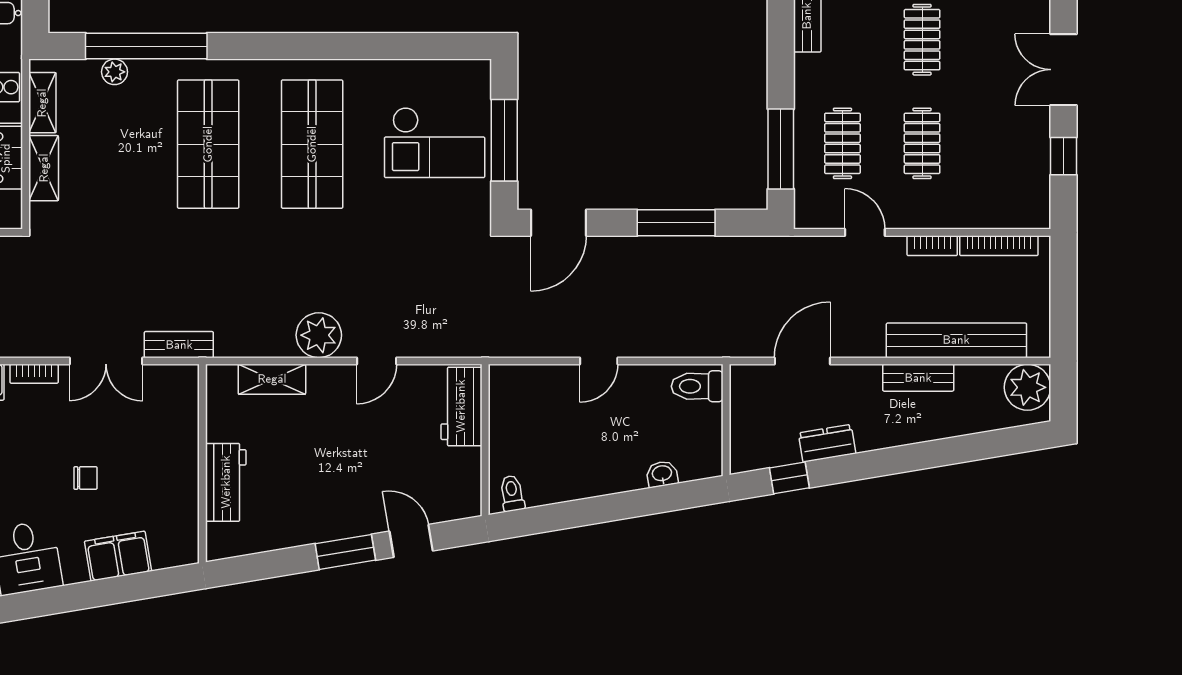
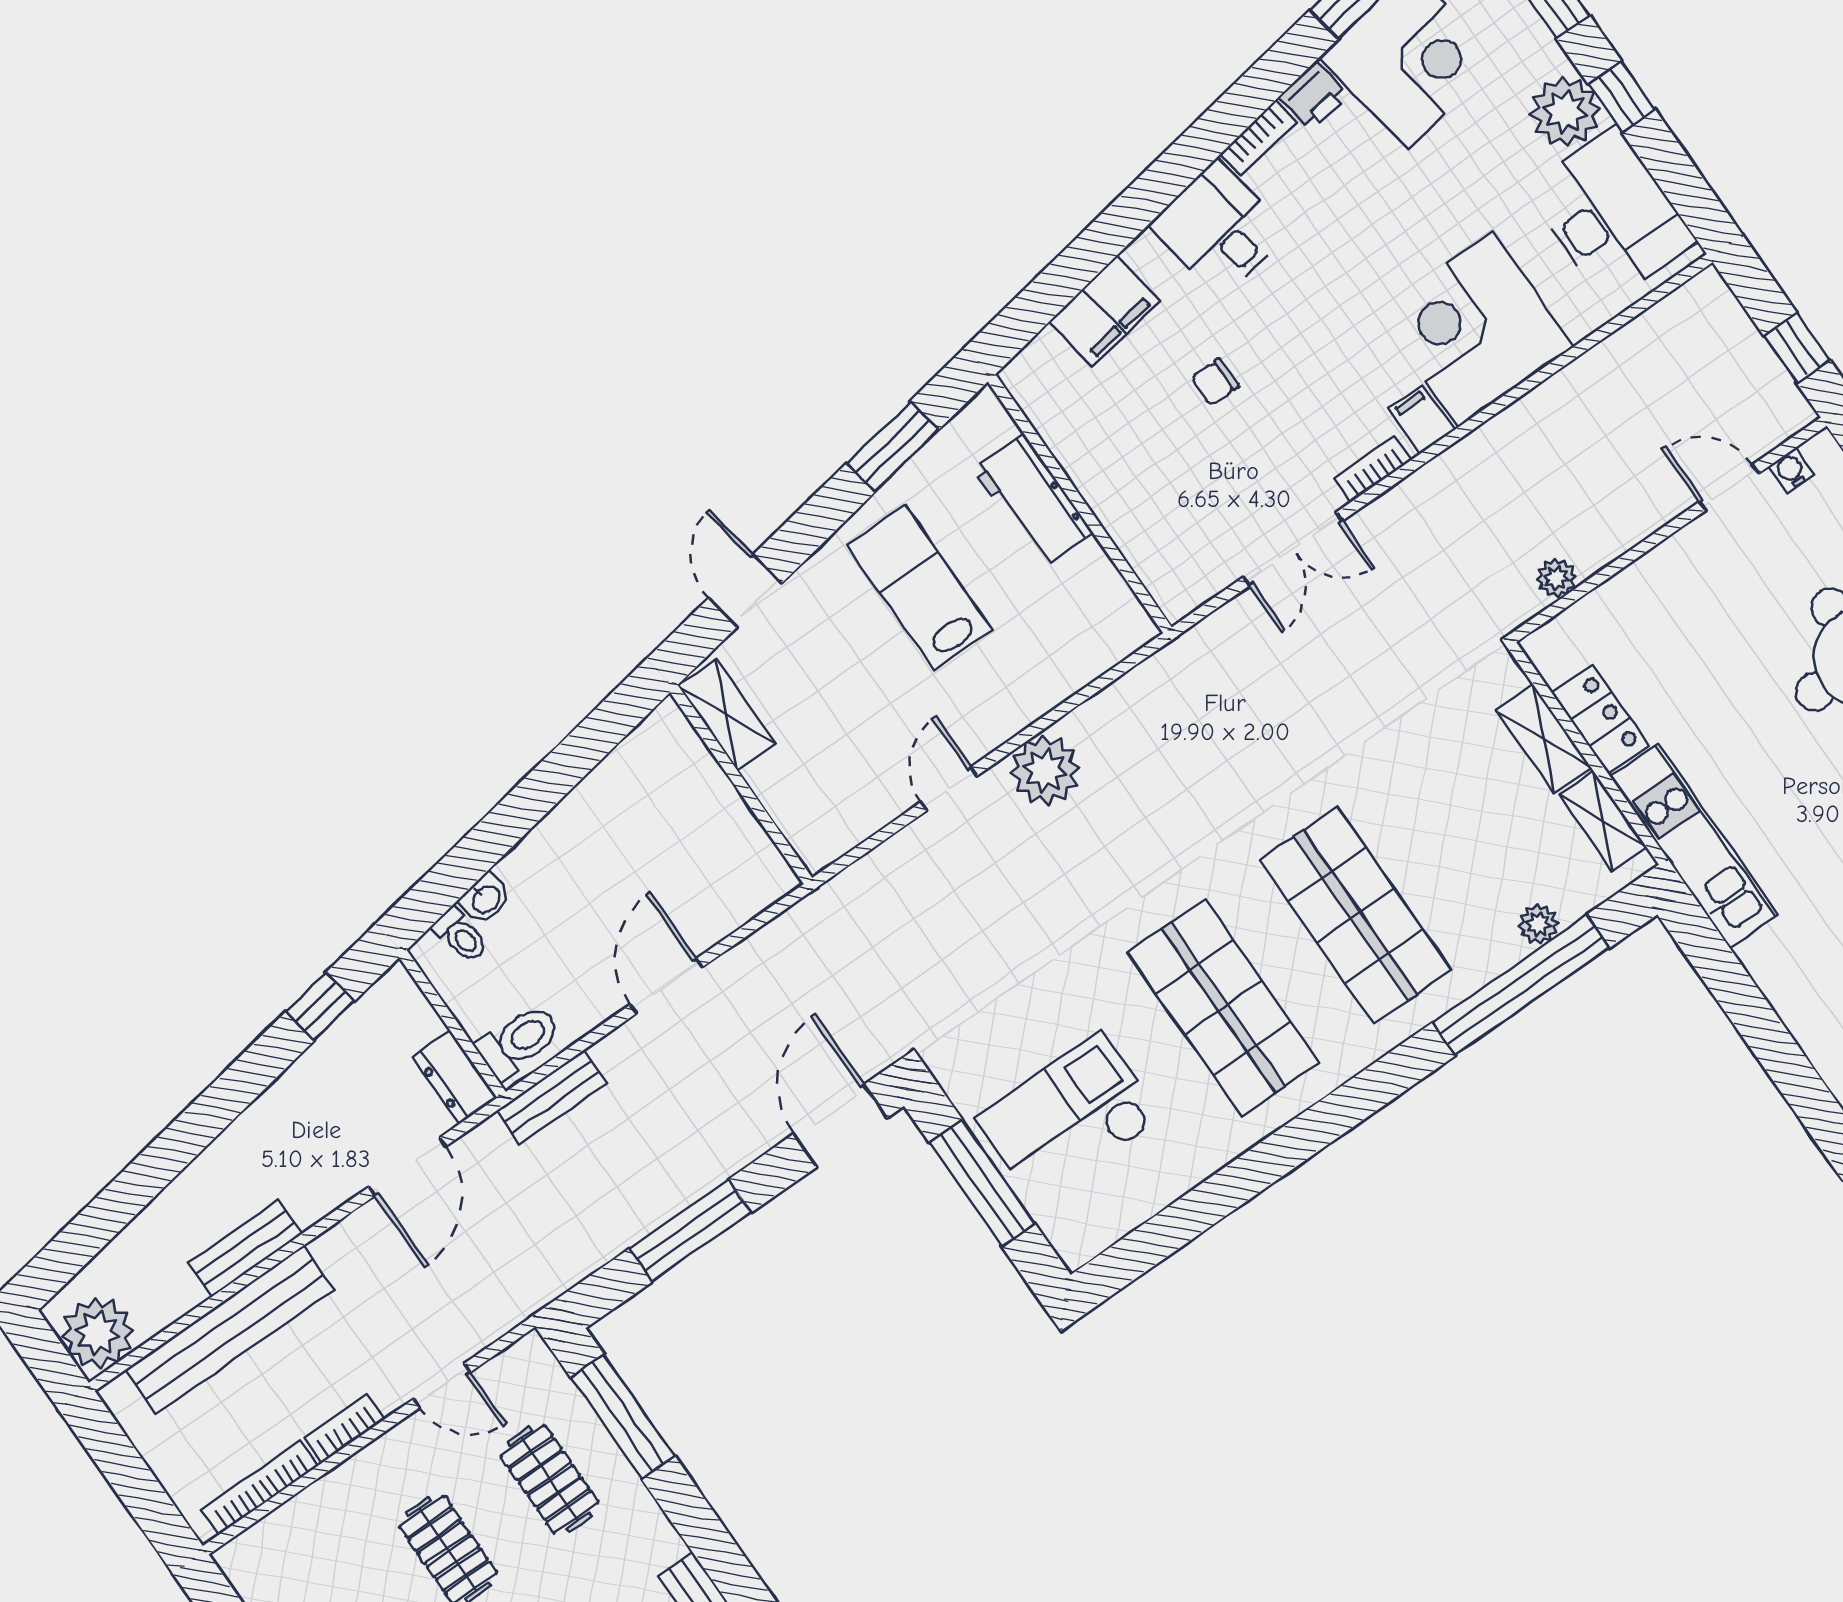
bench: (179, 345) -> (552, 1097), moved
double door: (106, 361) -> (1293, 549), swing flipped
door: (599, 361) -> (666, 986), width x1.38
shelving: (272, 379) -> (727, 715), moved, turned 90
workbench: (461, 406) -> (800, 806), removed
dresser: (827, 443) -> (455, 1077), moved, turned 99
lab bench: (318, 479) -> (919, 587), added
toilet: (512, 493) -> (460, 935), moved
door: (411, 541) -> (745, 591), swing flipped
window: (345, 552) -> (893, 446), moved

